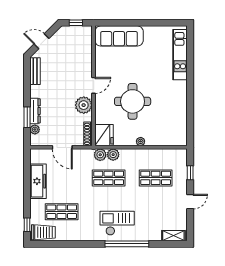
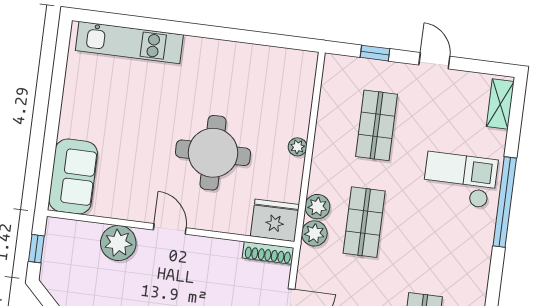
sofa: (119, 36) -> (73, 176), width x0.73
plant: (84, 105) -> (118, 243), moved
checkout: (117, 223) -> (460, 180), moved, turned 90

